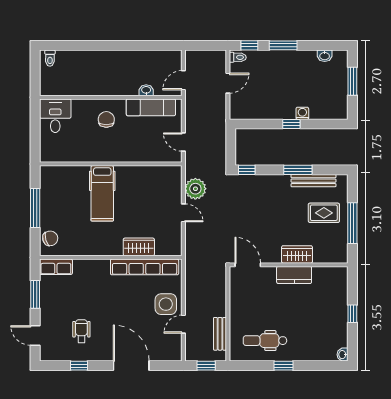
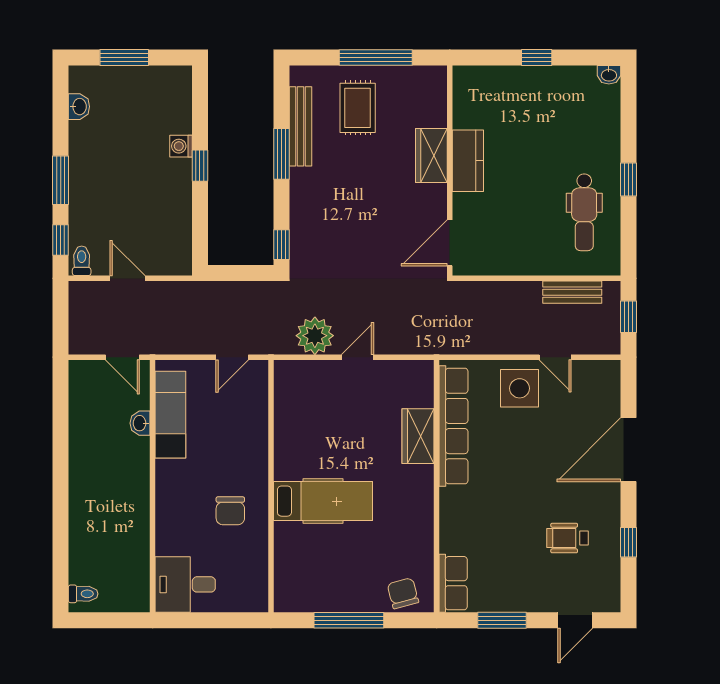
chair: (106, 119) -> (230, 511), moved, turned -90

